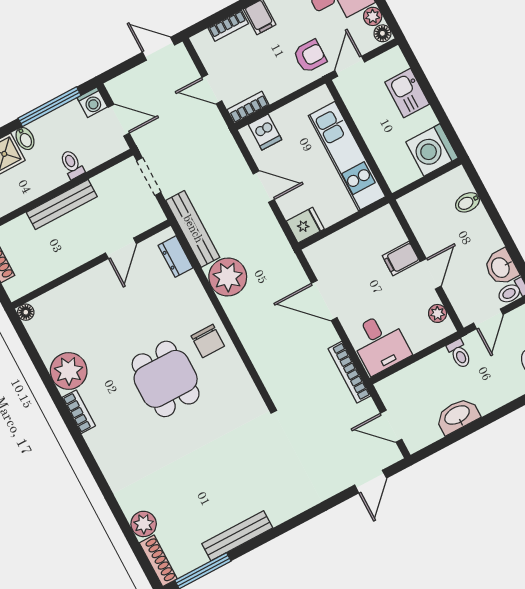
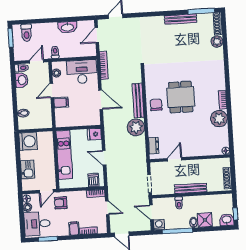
bench: (193, 229) -> (138, 101), moved
desk: (380, 343) -> (82, 72), width x1.37
door: (391, 426) -> (97, 35), swing flipped

